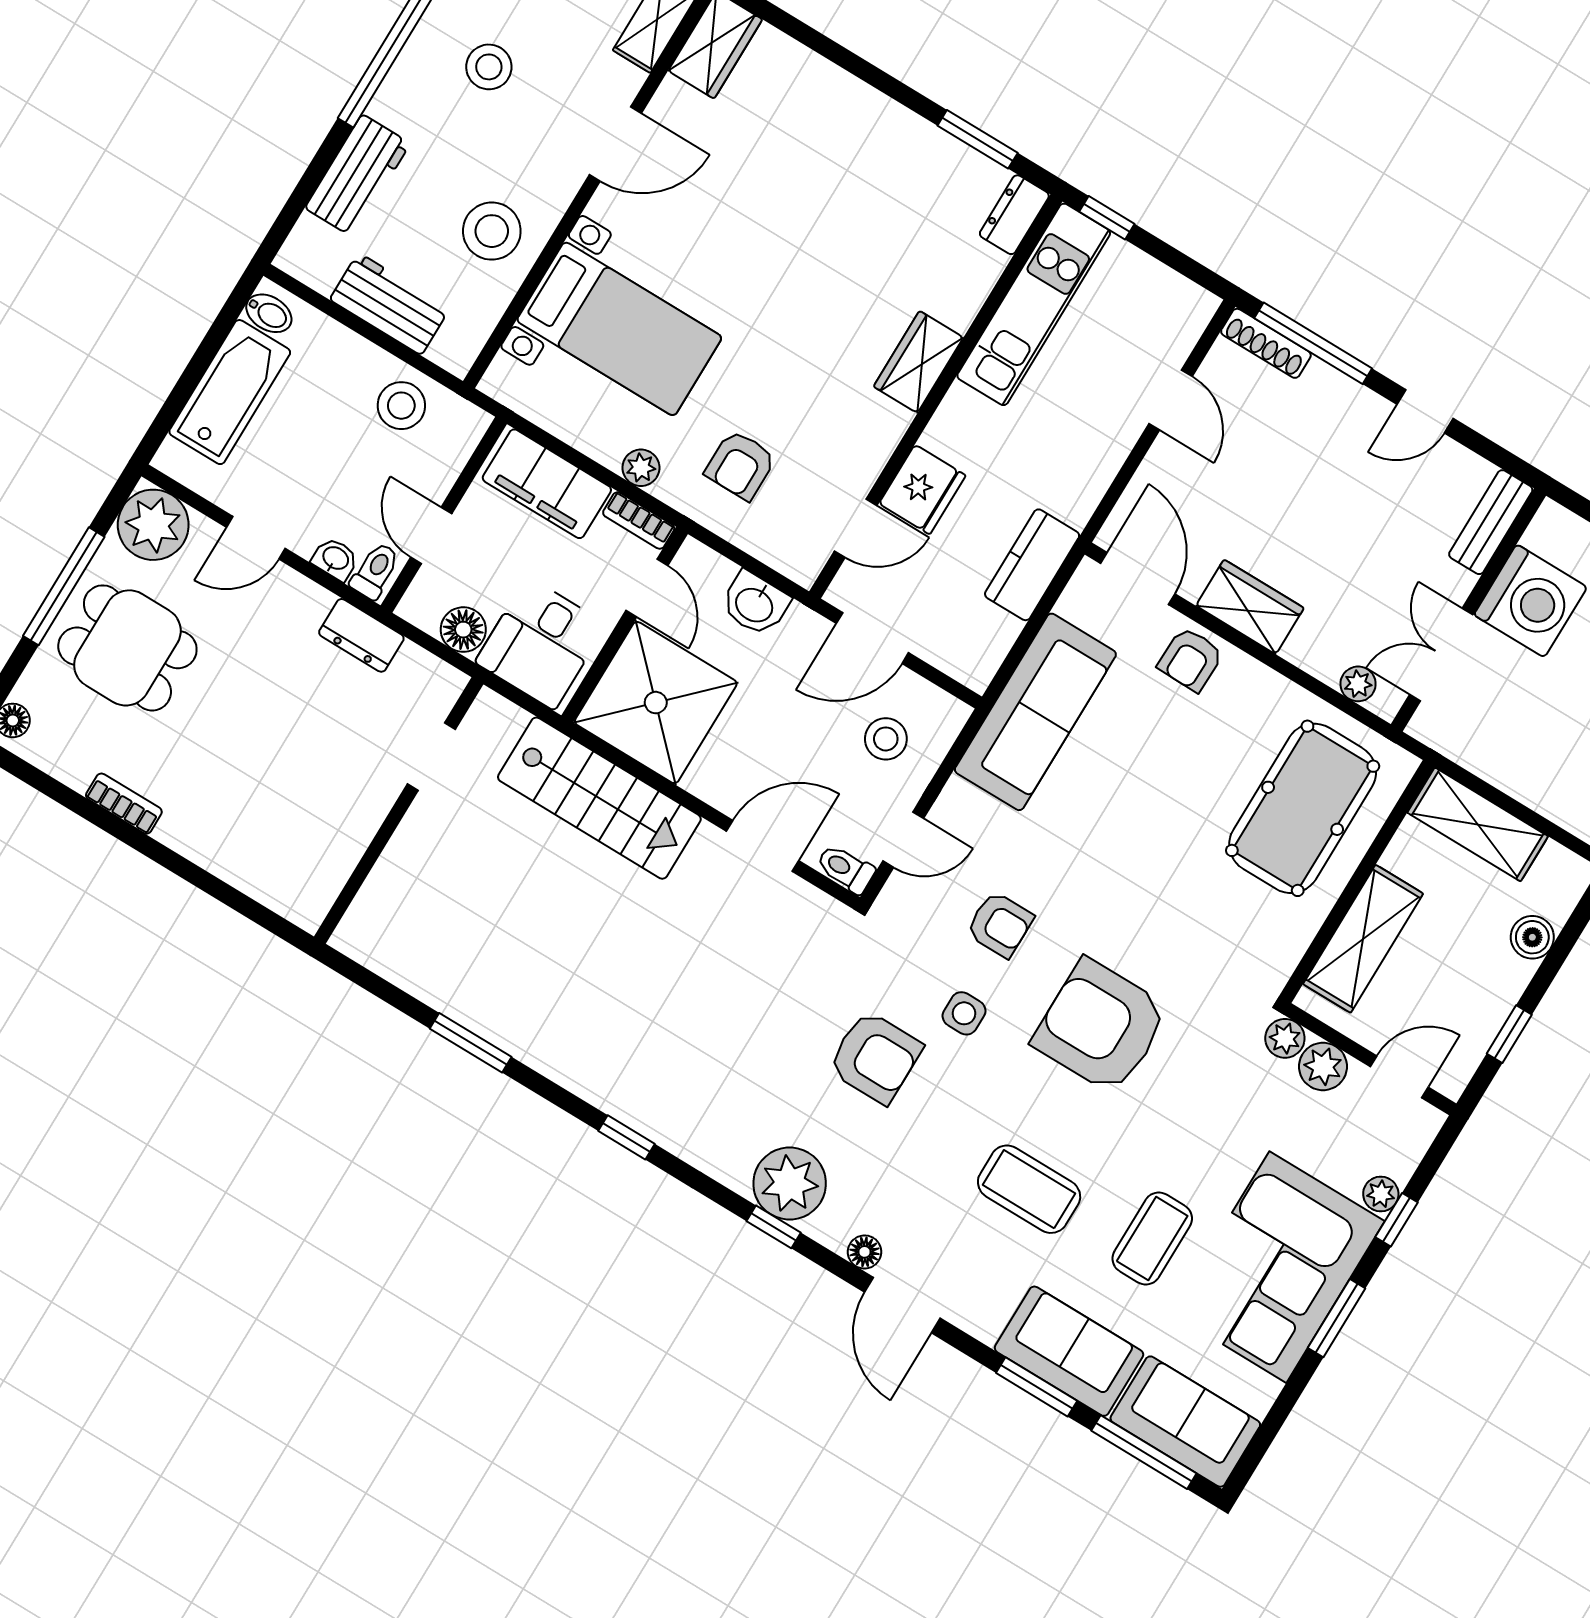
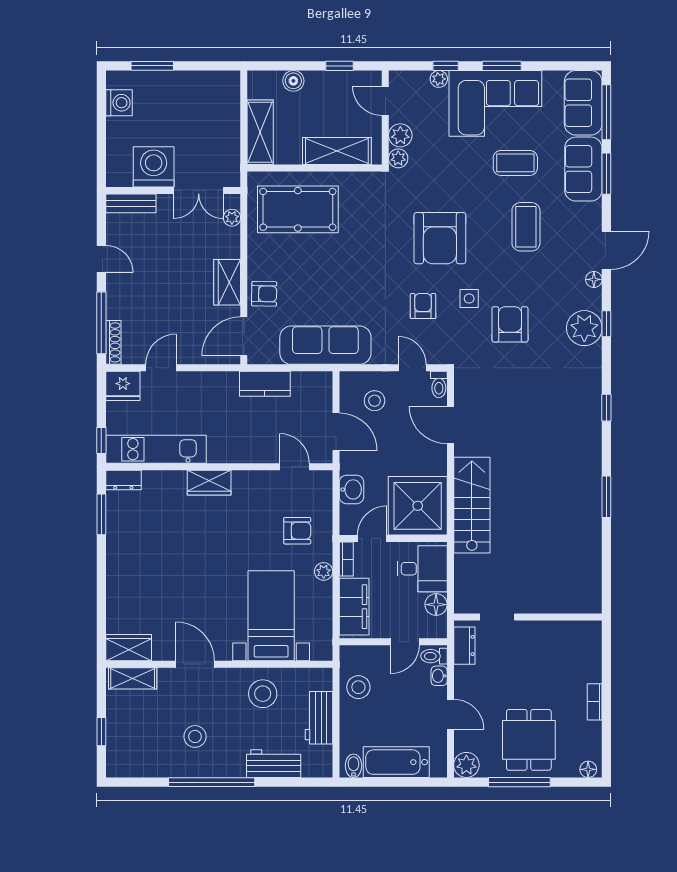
fridge: (922, 489) -> (123, 386), moved, turned 180
plant: (153, 525) -> (466, 765), width x0.73, depth x0.73
doorway: (431, 757) -> (497, 617), moved
wall: (399, 810) -> (528, 617), moved

